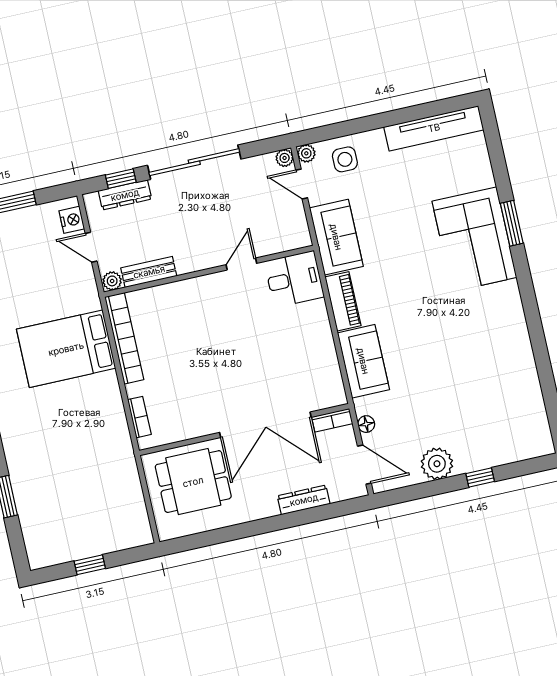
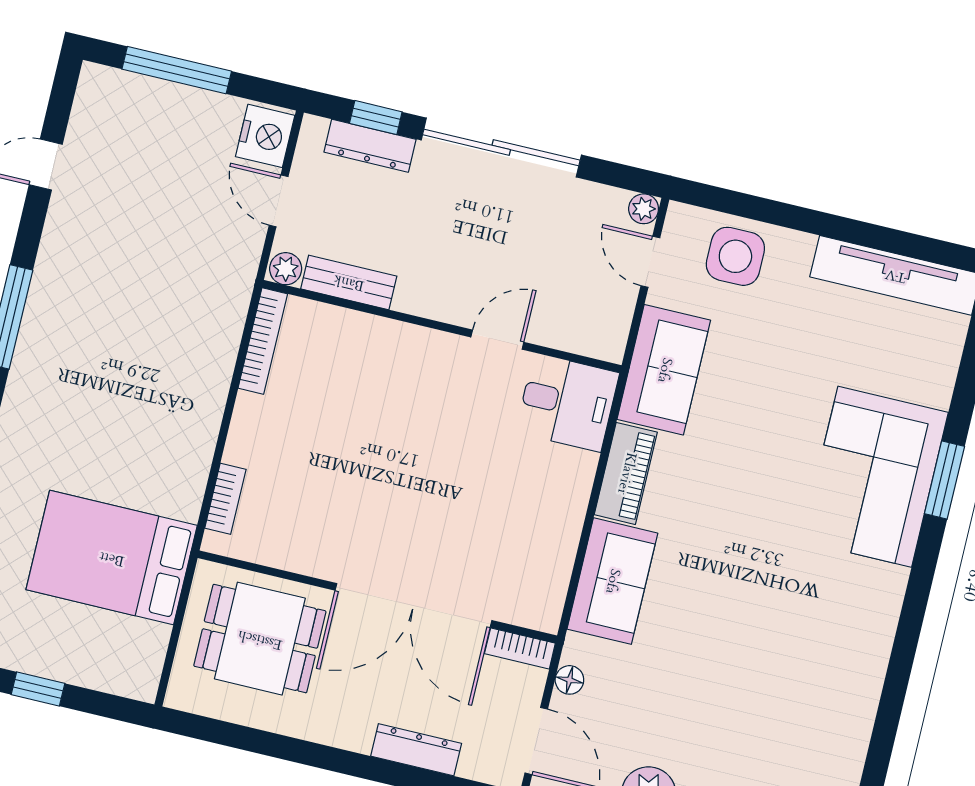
plant: (306, 153) -> (681, 218), removed
side table: (345, 159) -> (735, 256), width x1.37, depth x1.37
nightstand: (72, 220) -> (265, 136), width x1.36, depth x1.33
bookcase: (124, 338) -> (263, 341), width x0.68, depth x0.76
bed: (66, 349) -> (112, 558), moved

